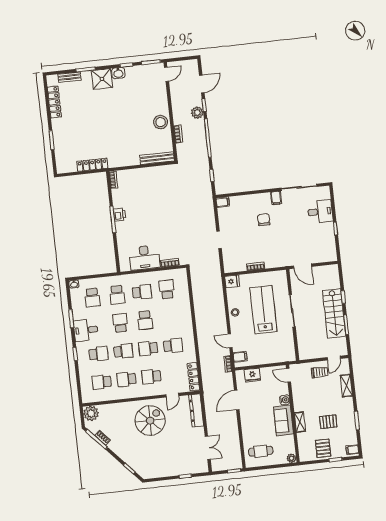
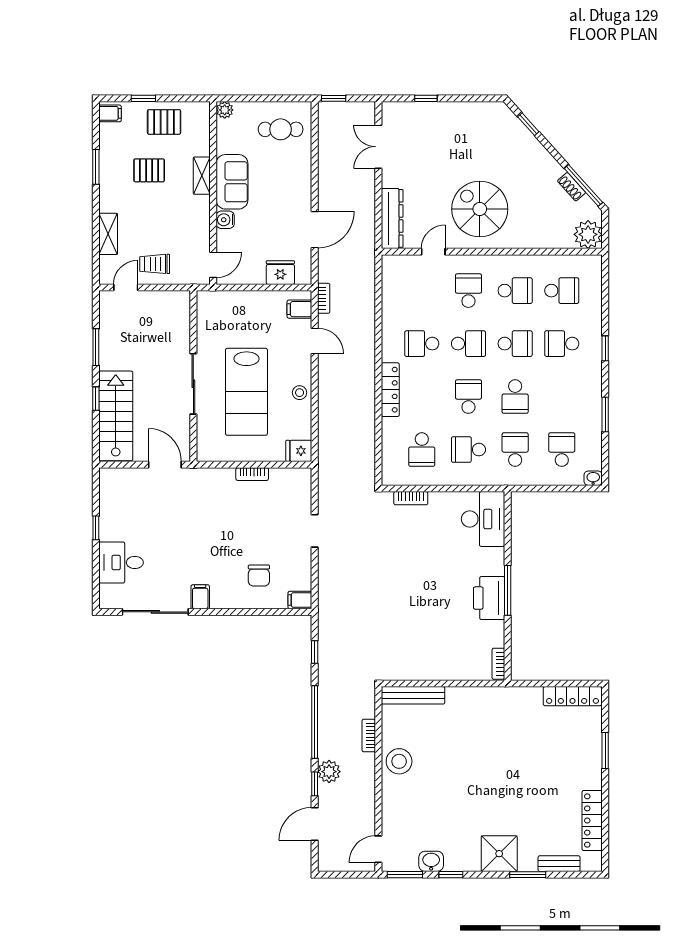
washbasin: (118, 73) -> (431, 861), moved
locker: (92, 165) -> (572, 696), moved
printer: (120, 215) -> (489, 598), width x1.87, depth x1.48
chair: (264, 220) -> (259, 576), moved
desk: (144, 258) -> (483, 519), moved, turned 90
stairs: (334, 313) -> (116, 416), moved
desk: (86, 330) -> (581, 390), removed
school desk: (123, 351) -> (515, 344), turned 180
door: (289, 375) -> (213, 265), hinge flipped
school desk: (151, 377) -> (468, 291), turned -90
locker: (193, 377) -> (390, 390), moved
spiral stairs: (150, 421) -> (480, 209), turned 90
pallet: (323, 448) -> (164, 122), turned 90

